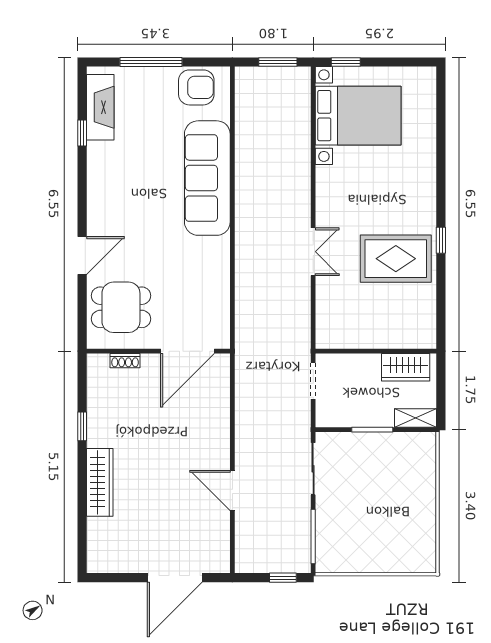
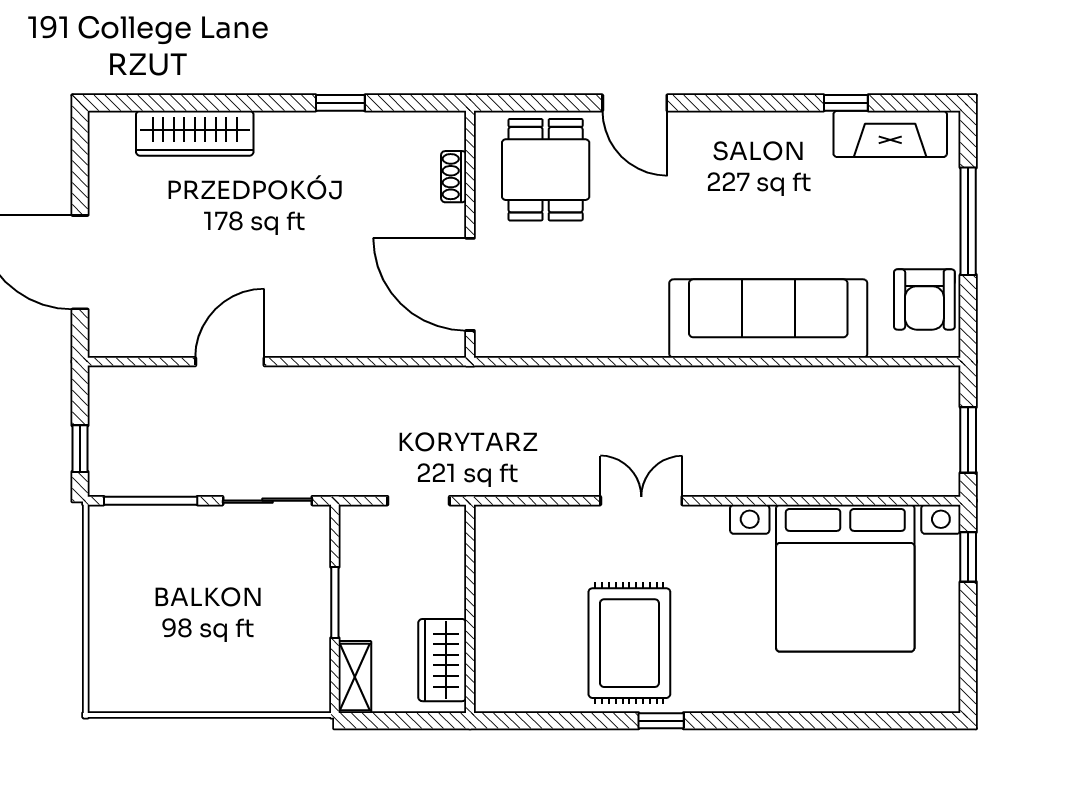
bed with nightstands: (358, 116) -> (845, 578), width x1.36
double door: (313, 252) -> (641, 501), swing flipped
wardrobe: (100, 482) -> (195, 133), moved

